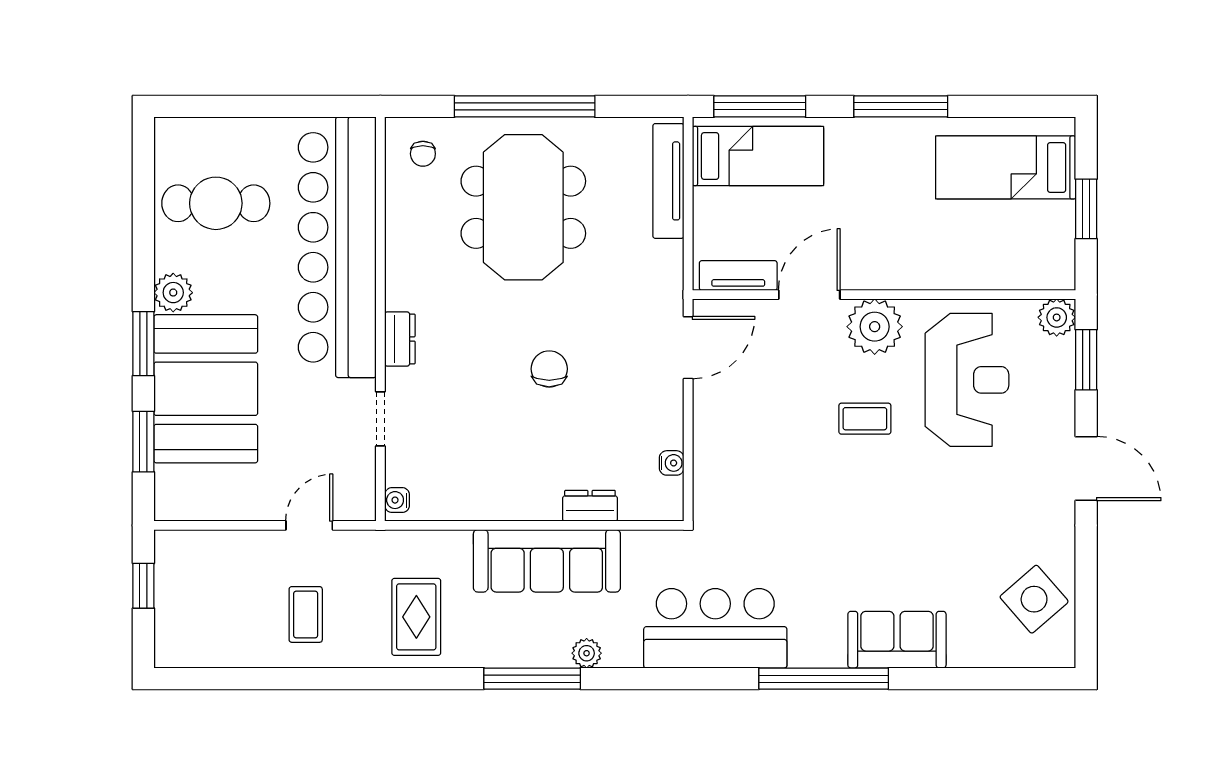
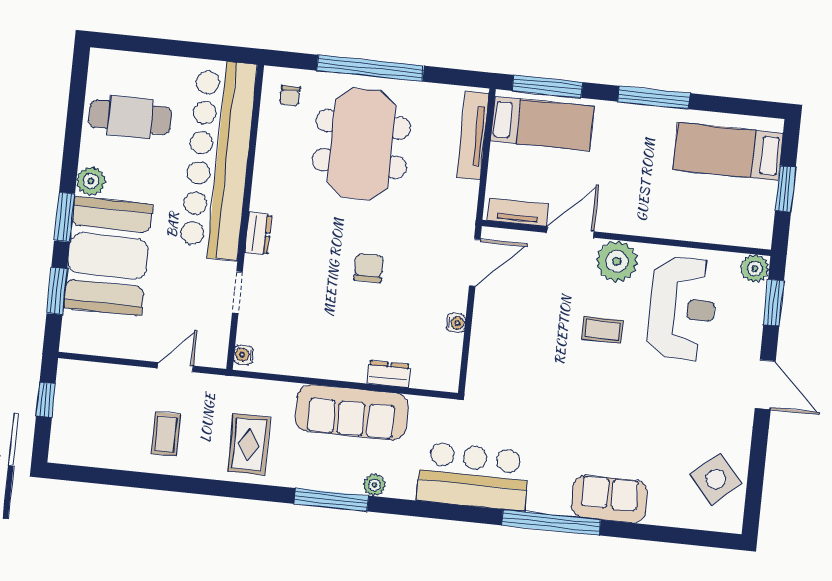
water cooler: (672, 463) -> (456, 323), moved

